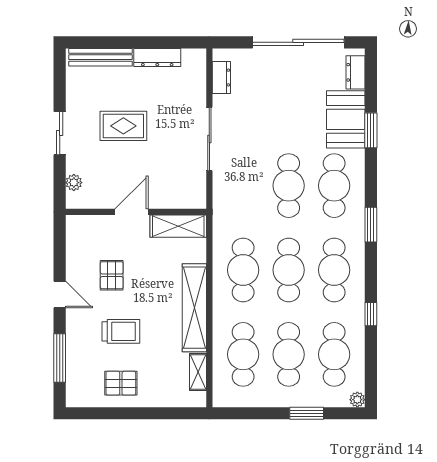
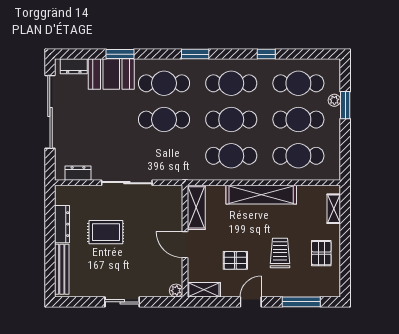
rug: (123, 126) -> (106, 232), moved, turned 90
plant: (74, 183) -> (176, 291), moved
shelving: (75, 236) -> (204, 290), added
shelving: (198, 372) -> (334, 209), moved, turned 90
plant: (357, 400) -> (334, 100), moved

